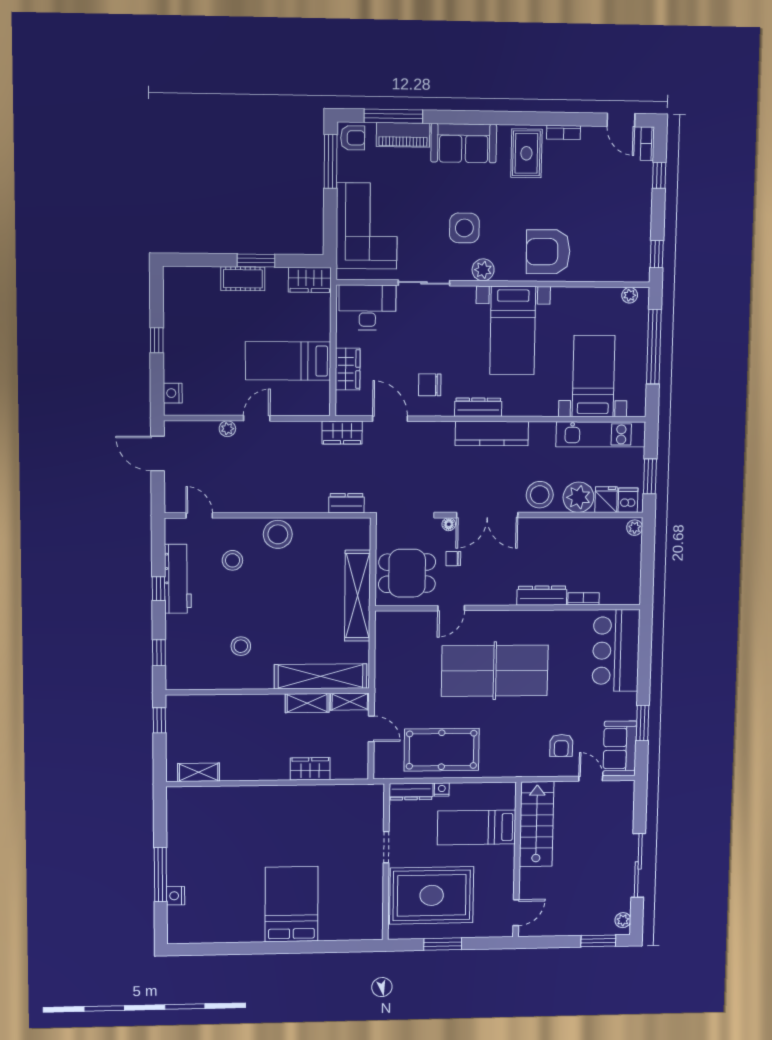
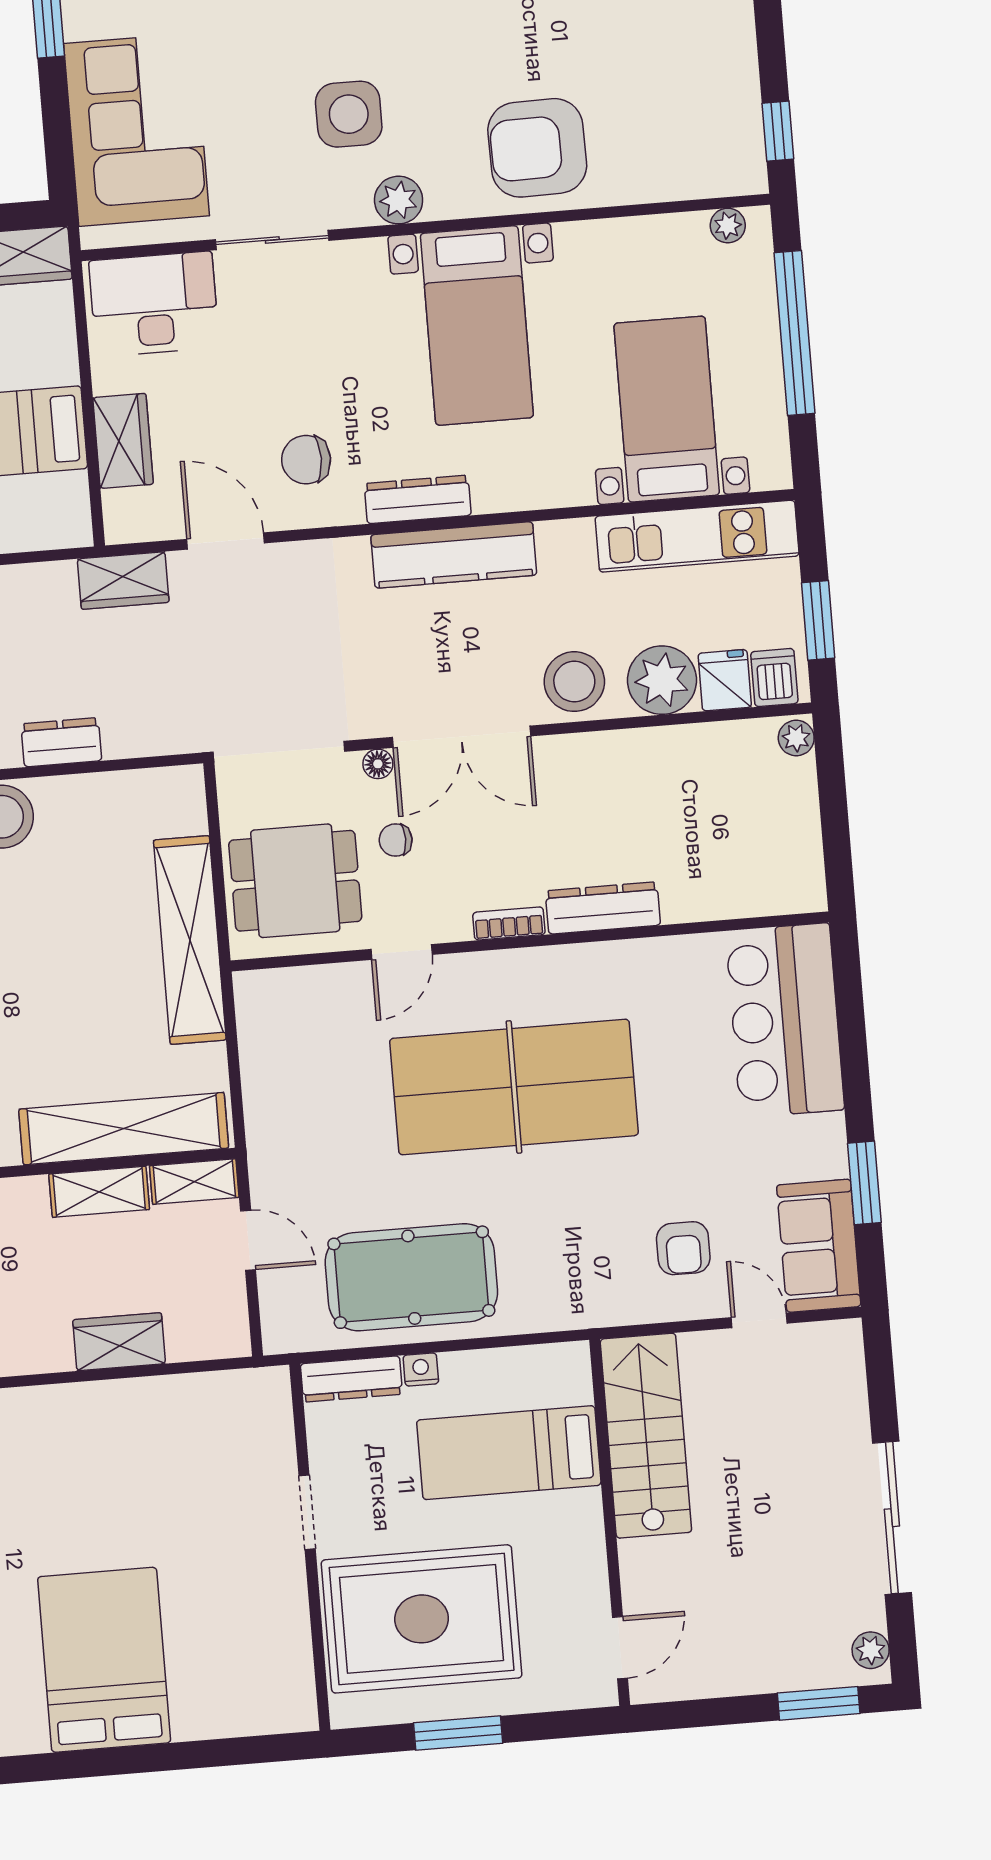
dresser: (346, 503) -> (61, 742), moved
bookcase: (584, 599) -> (509, 923), moved

